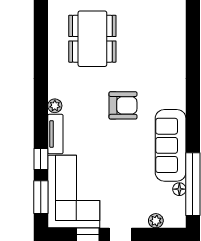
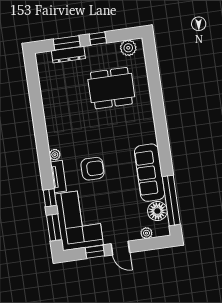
dining table: (92, 39) -> (111, 88), moved, turned 90
armchair: (123, 105) -> (92, 169), moved
floor lamp: (179, 189) -> (157, 211), width x1.89, depth x1.89

